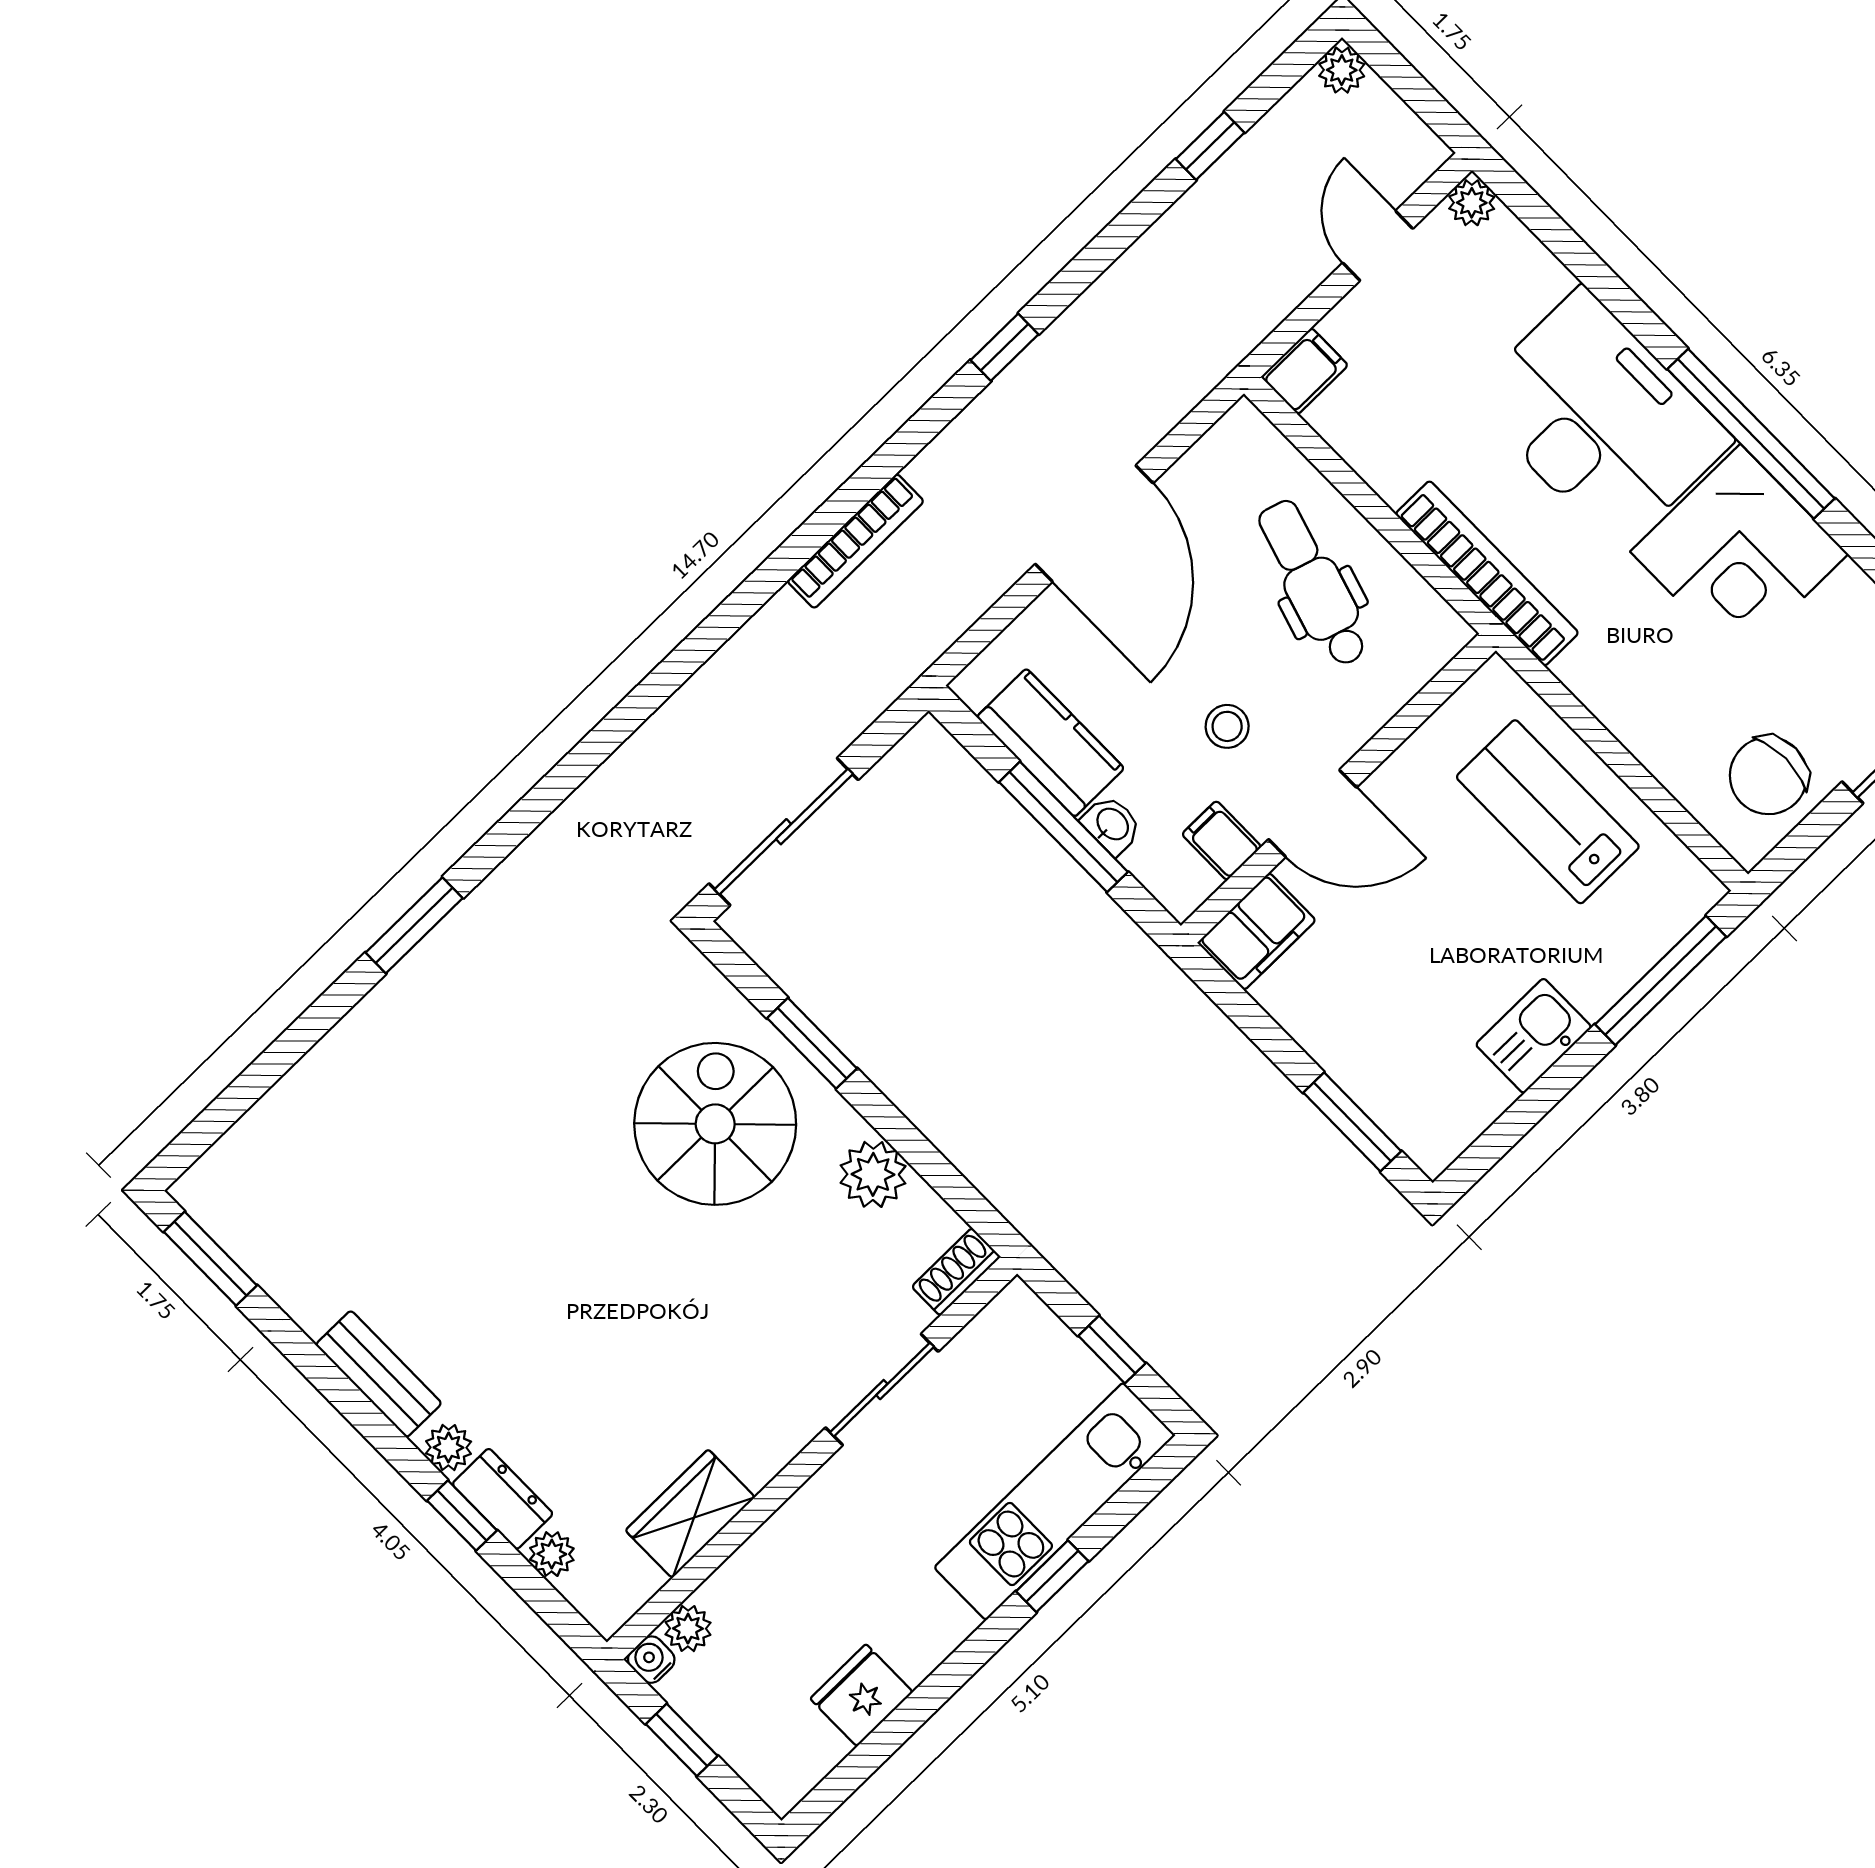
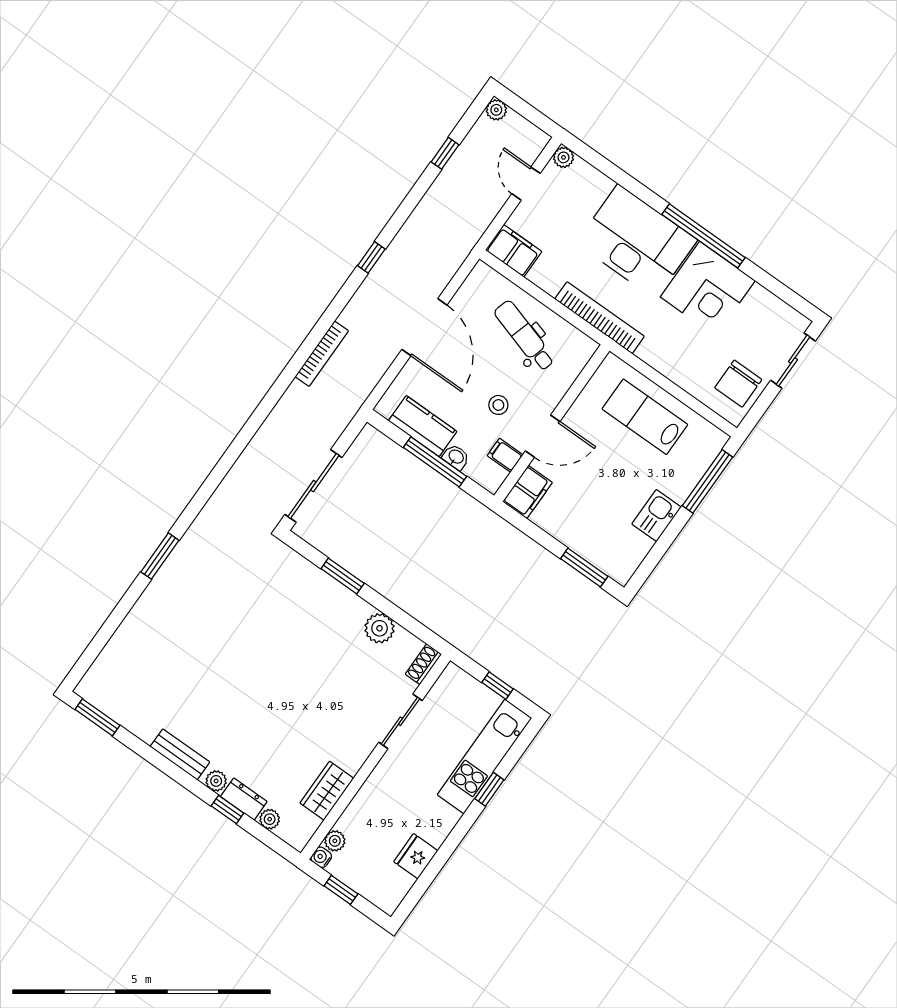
filing cabinet: (1305, 371) -> (514, 251), width x2.00
spiral stairs: (715, 1124) -> (307, 619), removed

